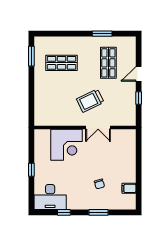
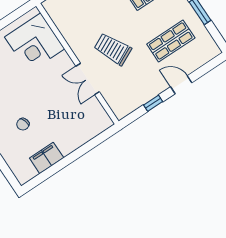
corner desk: (66, 145) -> (35, 43), moved
filing cabinet: (129, 188) -> (47, 158), width x2.00

